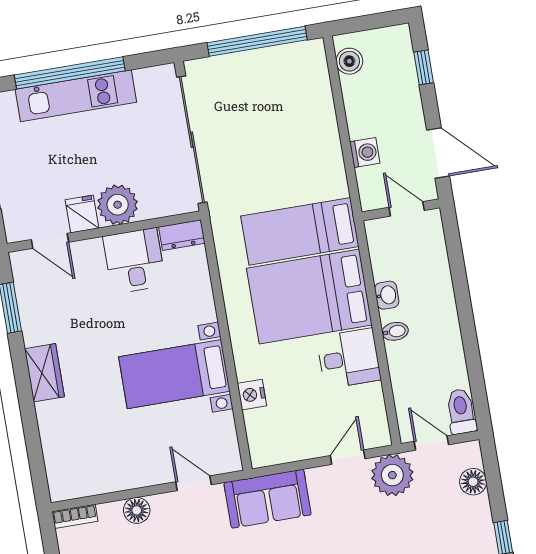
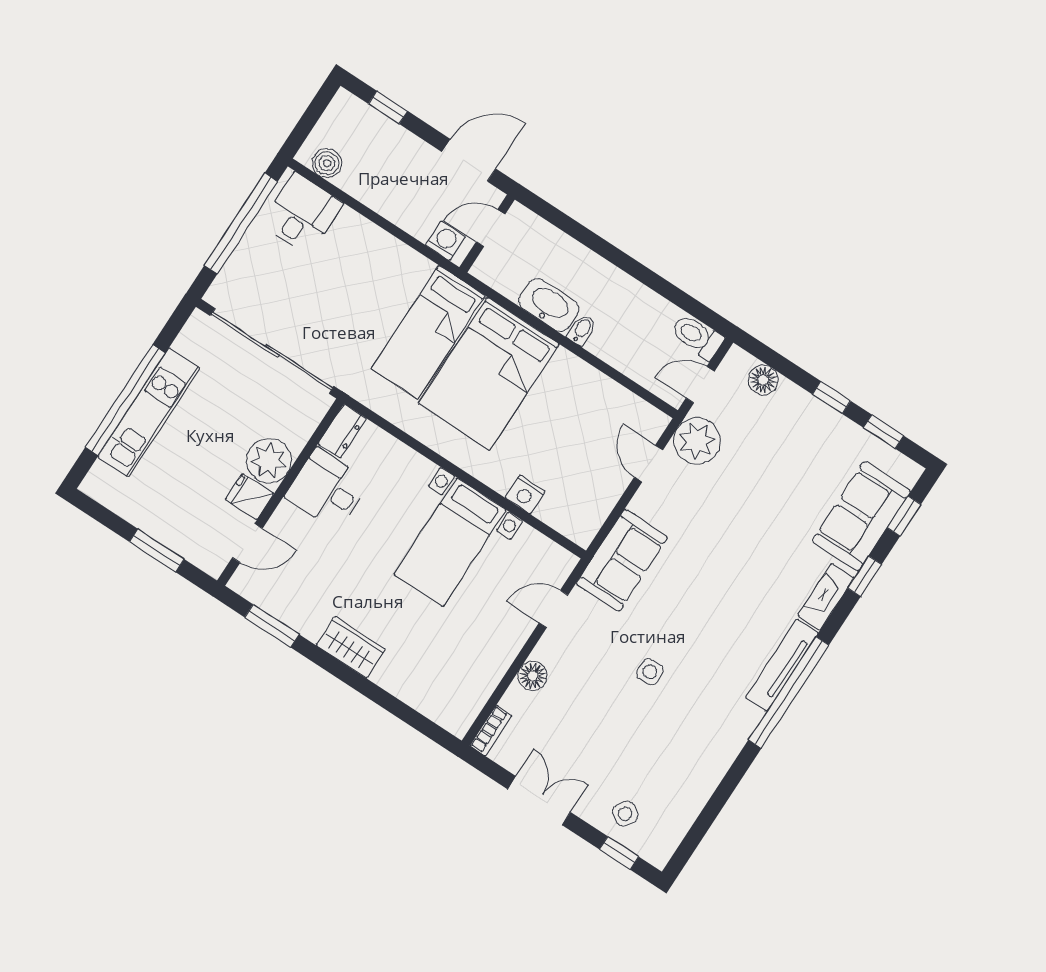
washing machine: (365, 153) -> (445, 241), moved
washbasin: (387, 295) -> (549, 305), width x1.91, depth x1.45
desk: (349, 358) -> (302, 214), moved

